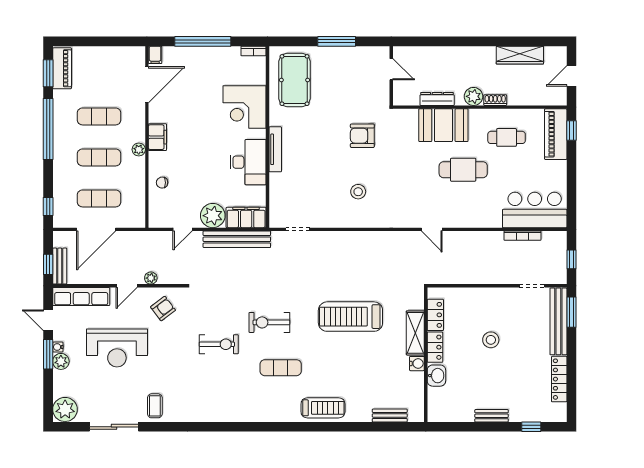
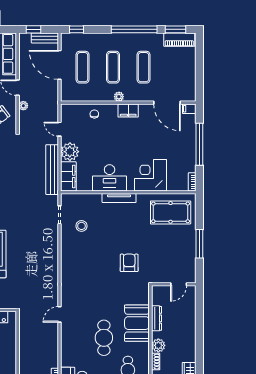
stool: (358, 192) -> (81, 226), moved
bench: (60, 266) -> (45, 38), moved

